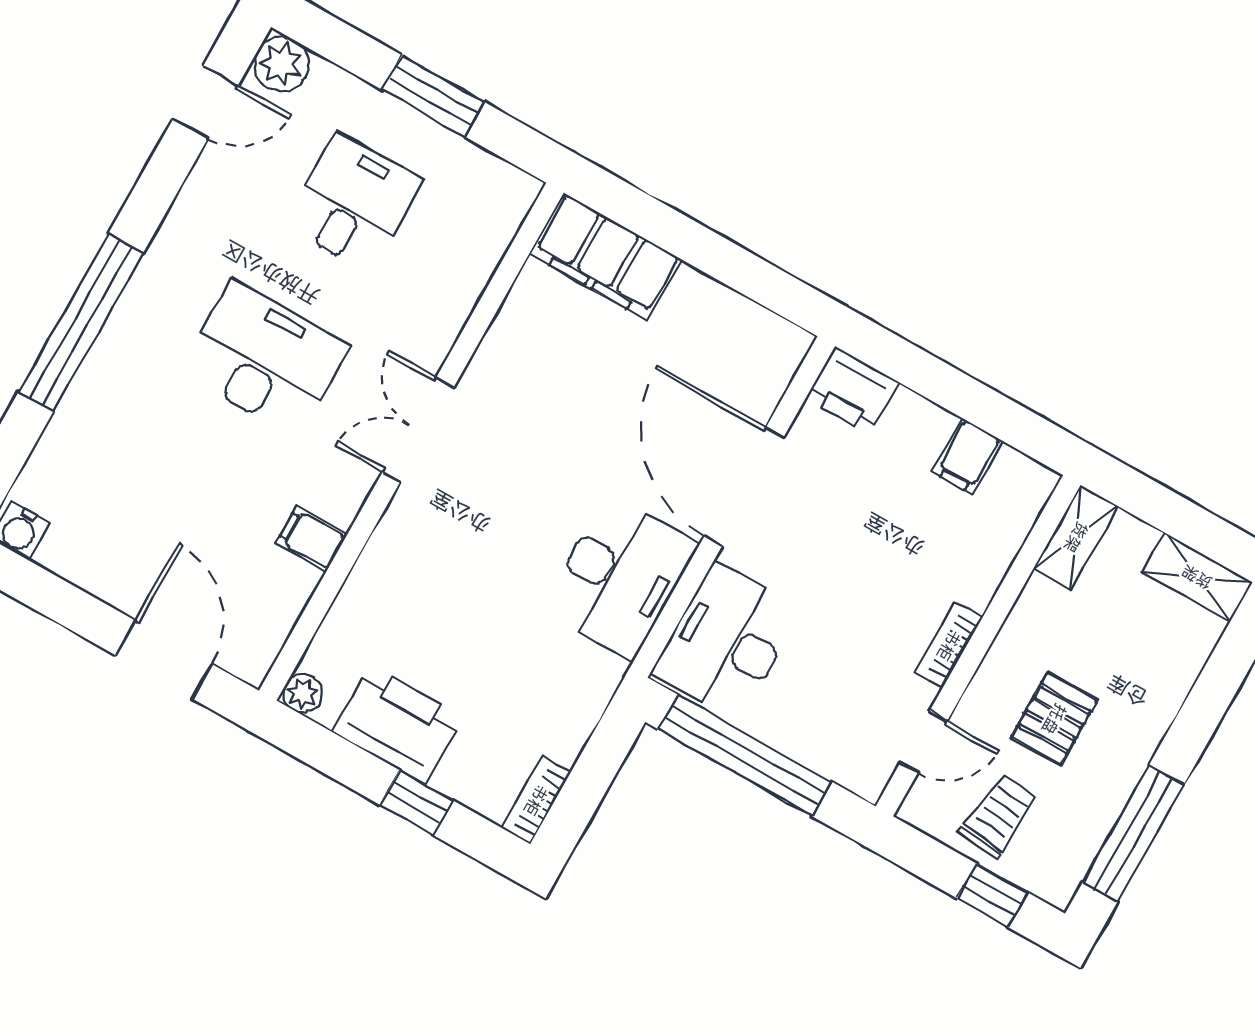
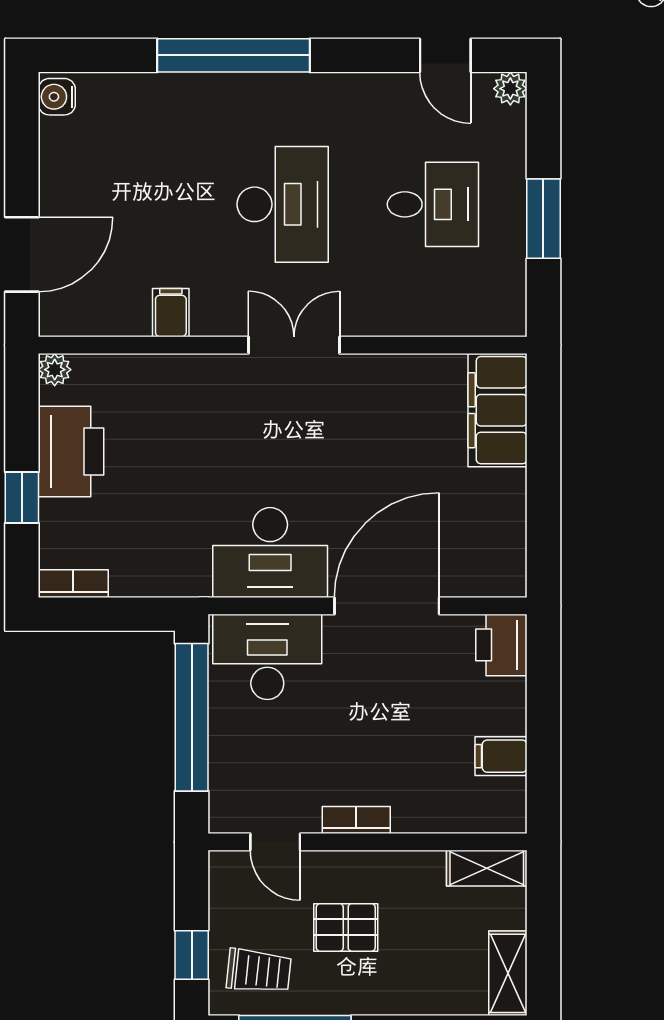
plant: (281, 64) -> (510, 89), width x0.73, depth x0.73
trolley: (998, 816) -> (259, 971), moved

